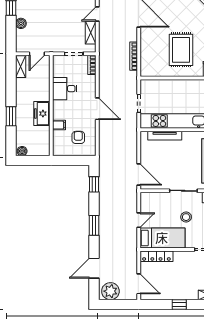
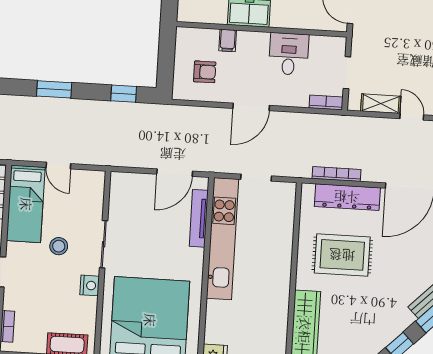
dresser: (147, 49) -> (347, 197), added
door: (139, 175) -> (175, 173), moved

